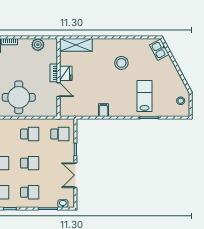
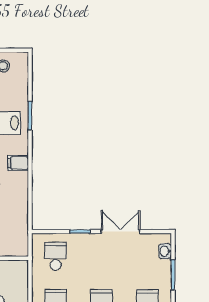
filing cabinet: (103, 110) -> (18, 163), moved
double door: (75, 175) -> (121, 232), swing flipped

